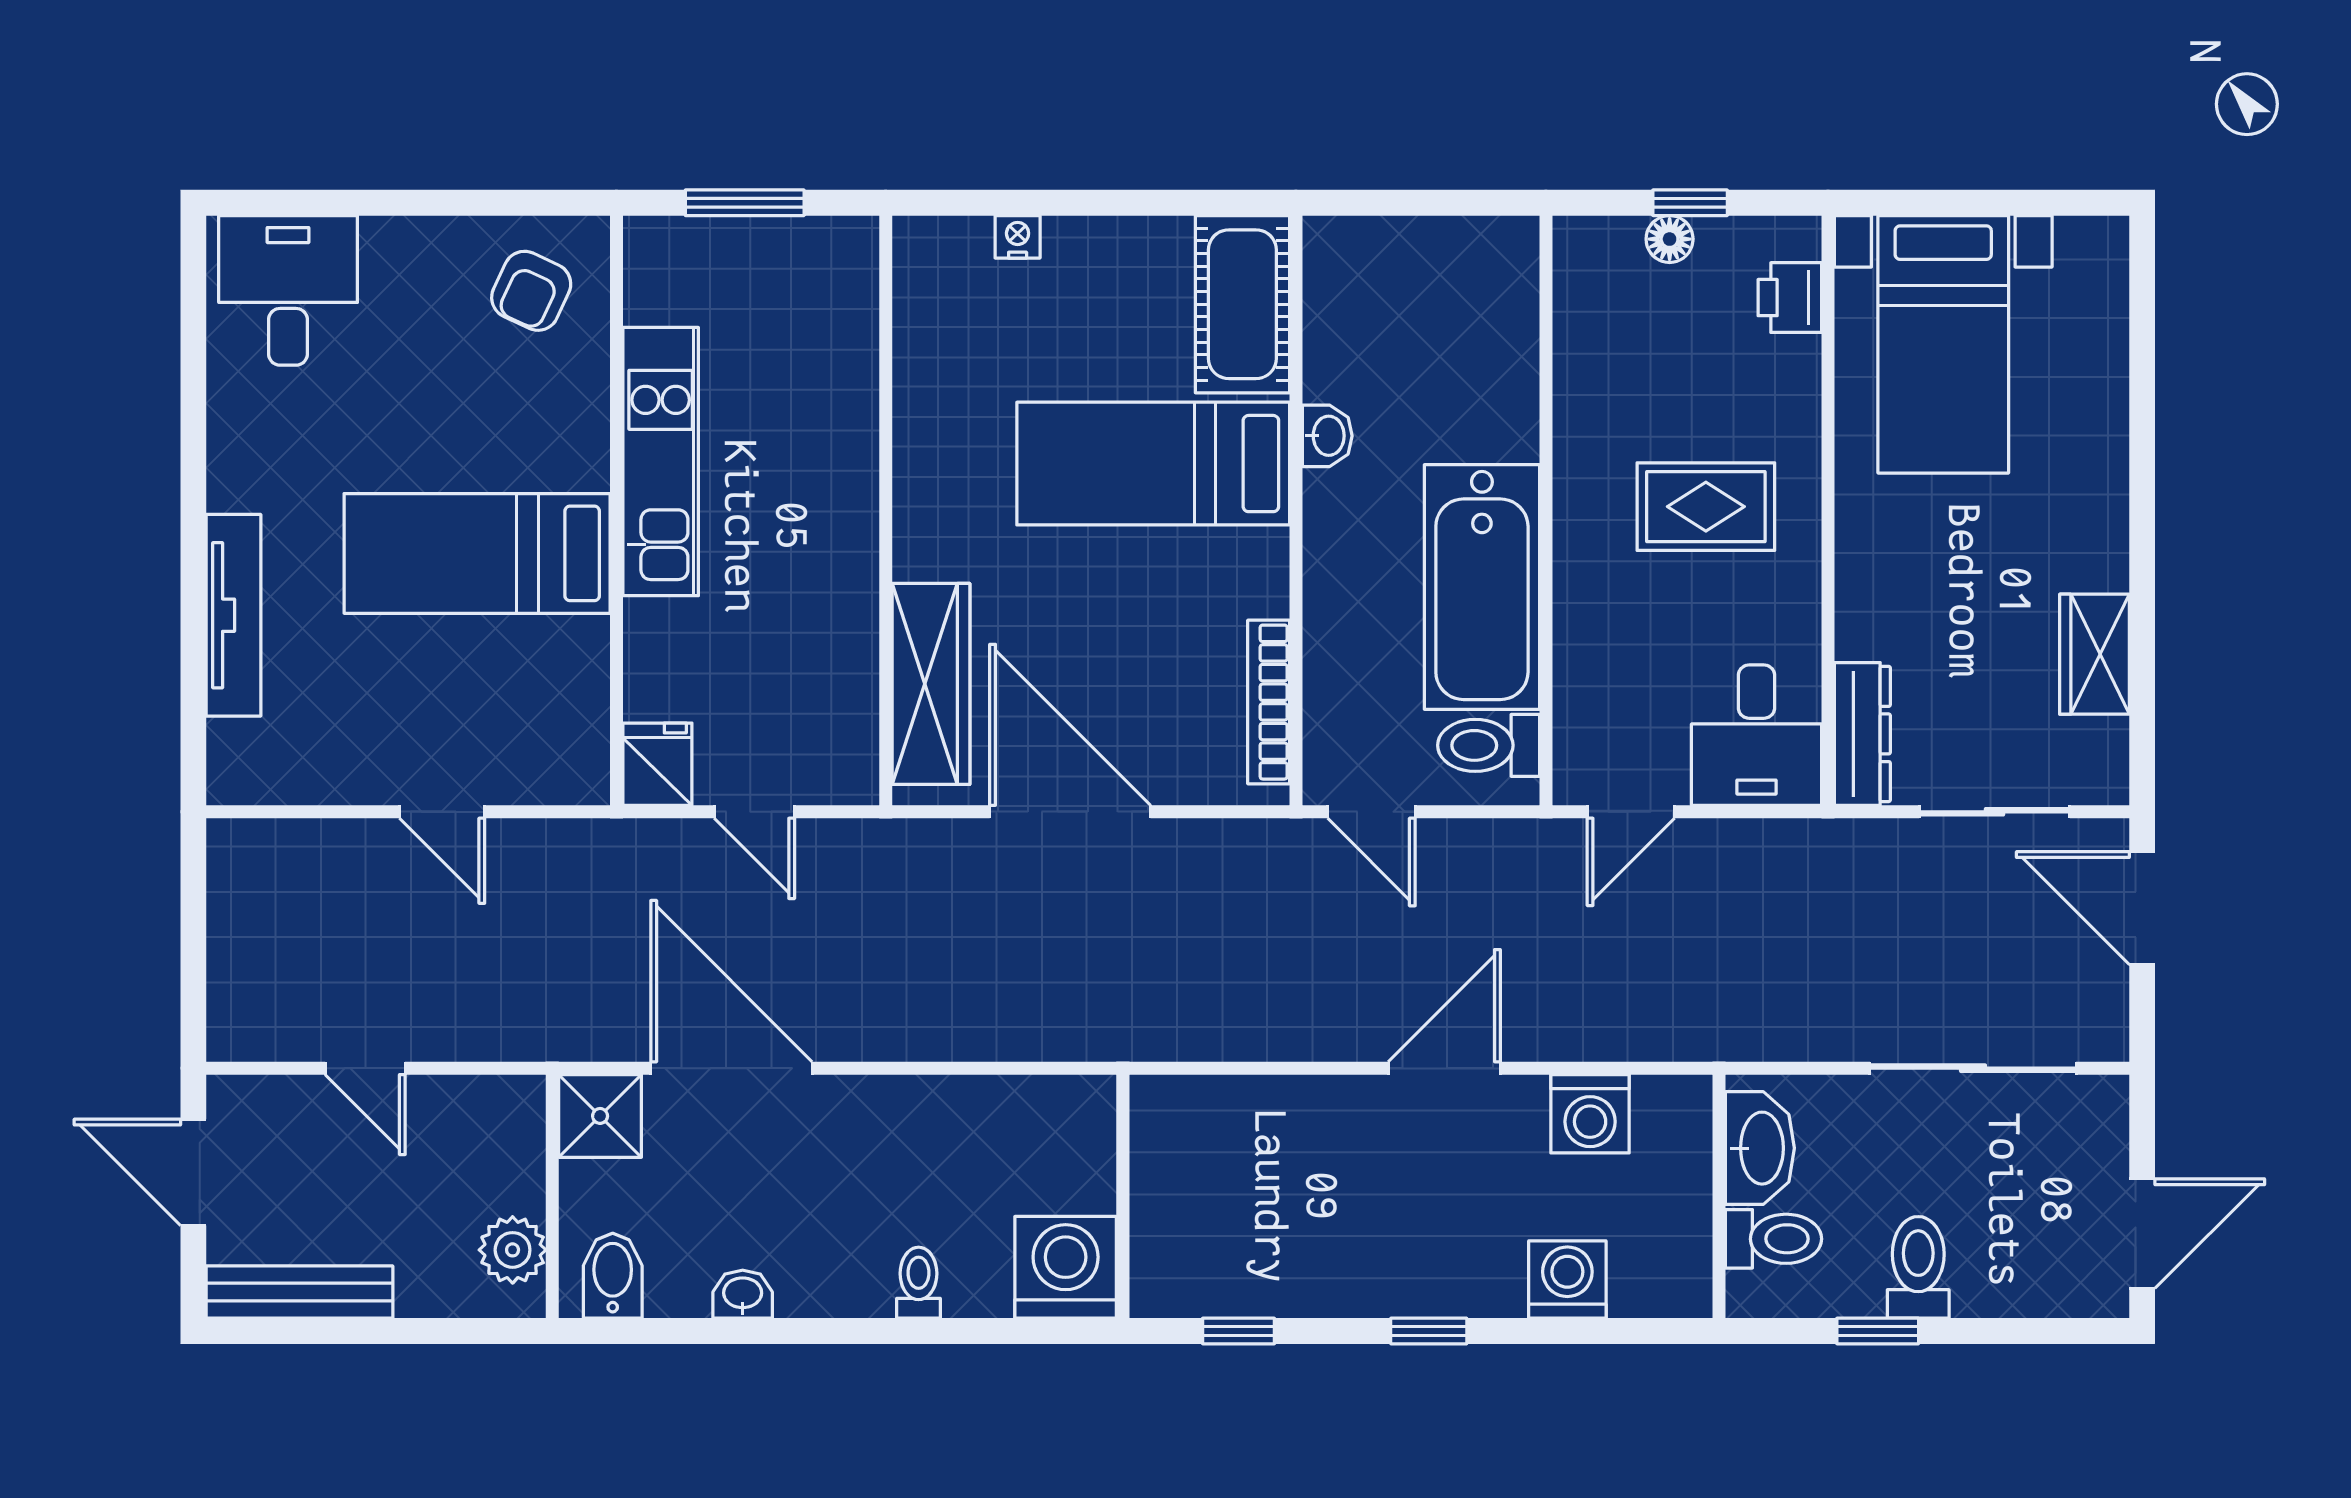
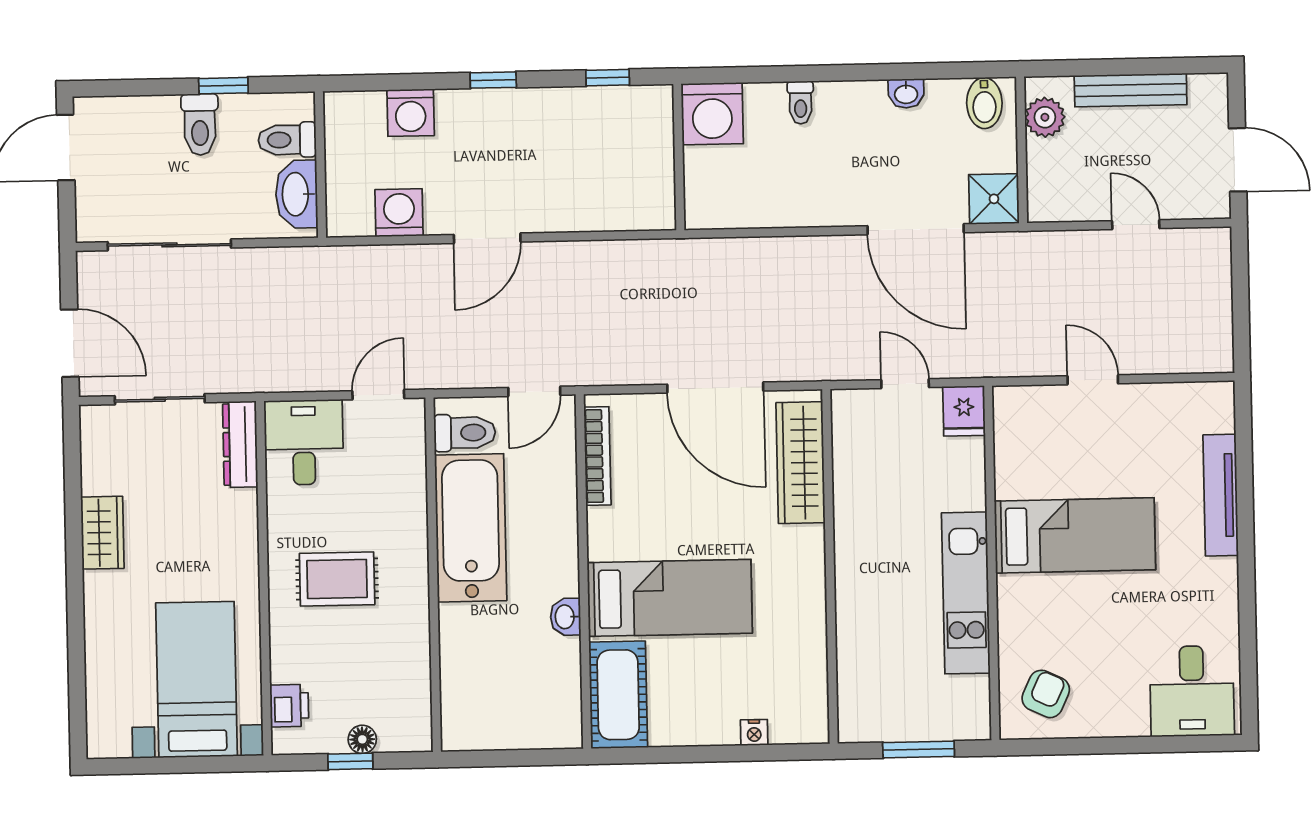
wardrobe: (2094, 654) -> (102, 533), moved
door: (1371, 812) -> (534, 391), swing flipped
bench: (299, 1292) -> (1131, 90), moved

